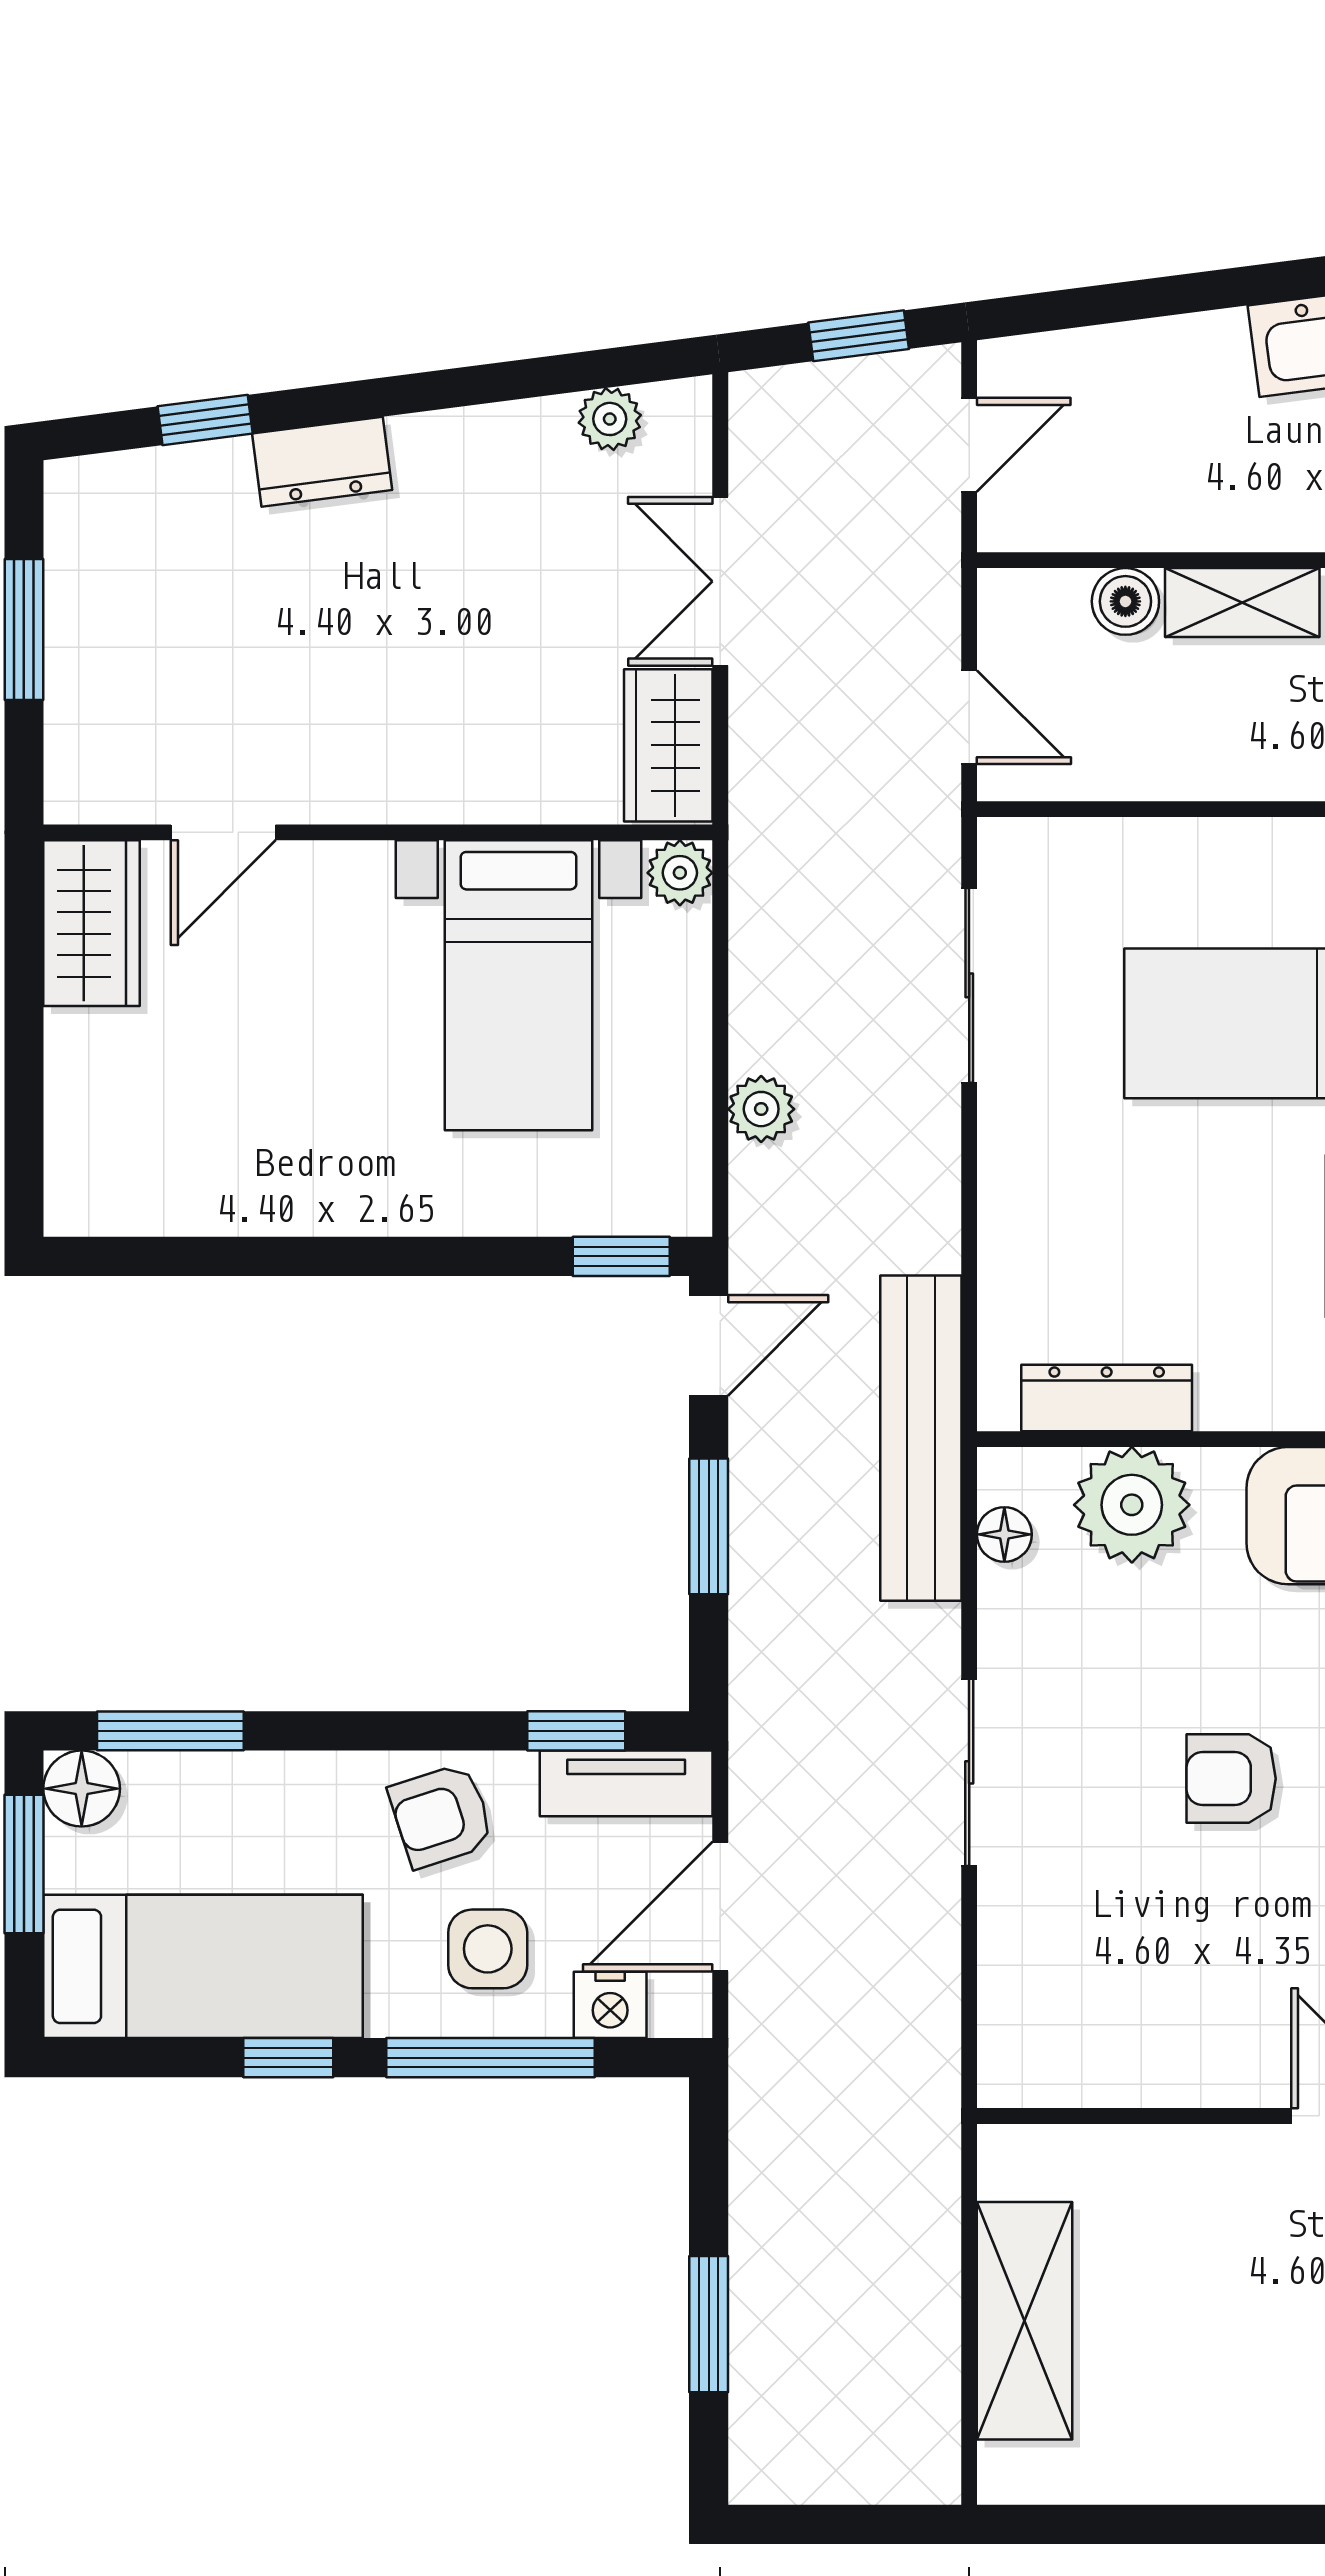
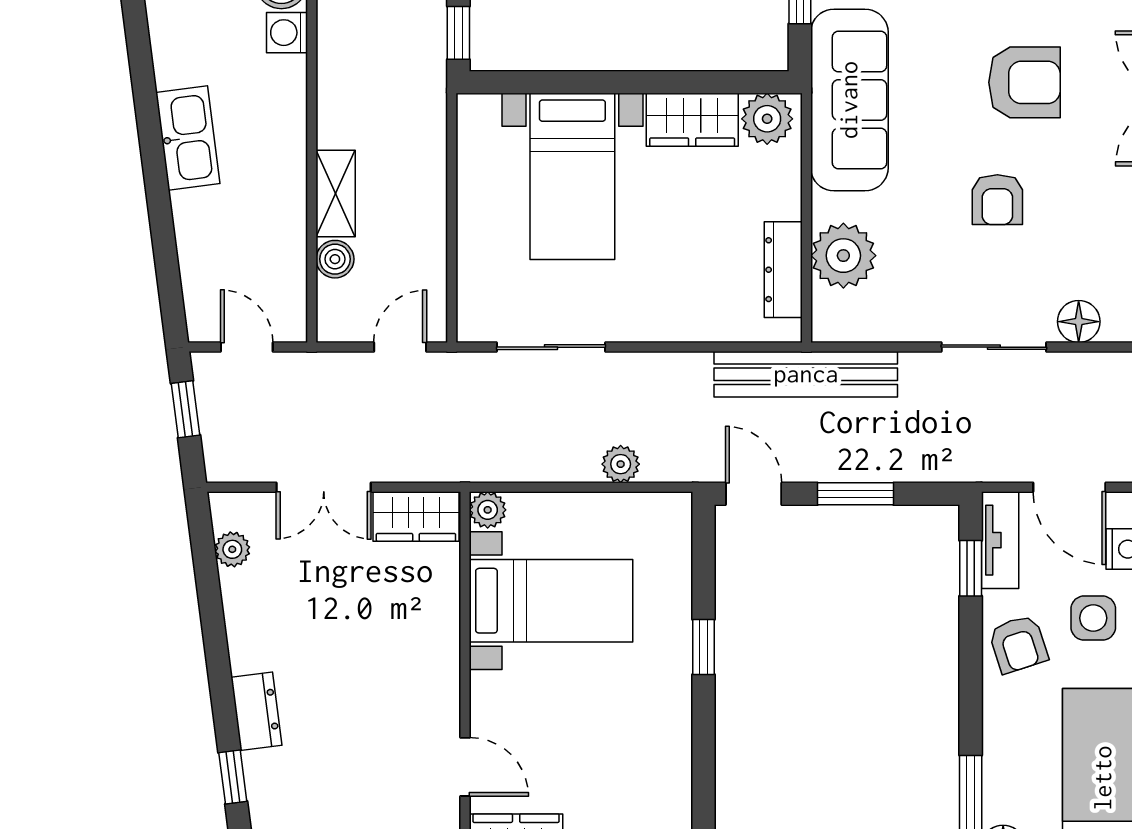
window: (621, 1256) -> (704, 647), moved
floor lamp: (1004, 1534) -> (1079, 322), moved, width x1.37, depth x1.37

